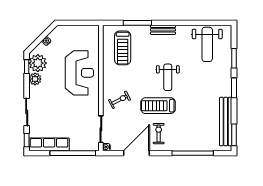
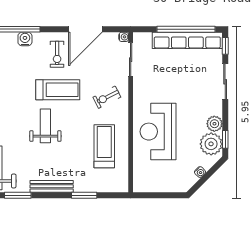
window: (137, 23) -> (84, 195), width x0.69
window: (190, 23) -> (18, 195), added
bench: (163, 30) -> (52, 186), width x1.36
treadmill: (123, 48) -> (104, 146), moved
row of seats: (49, 144) -> (187, 40), width x1.36
water cooler: (184, 145) -> (25, 39), added
window: (73, 153) -> (186, 29), moved

